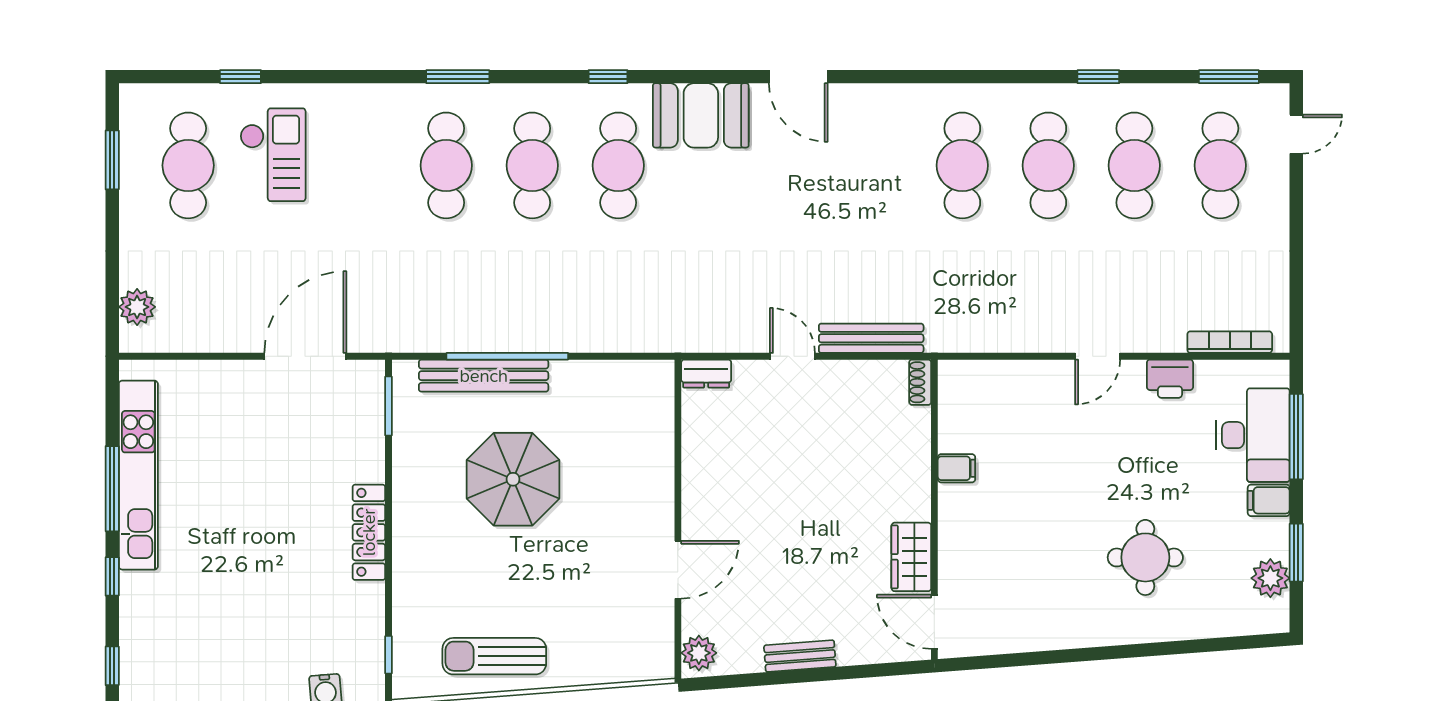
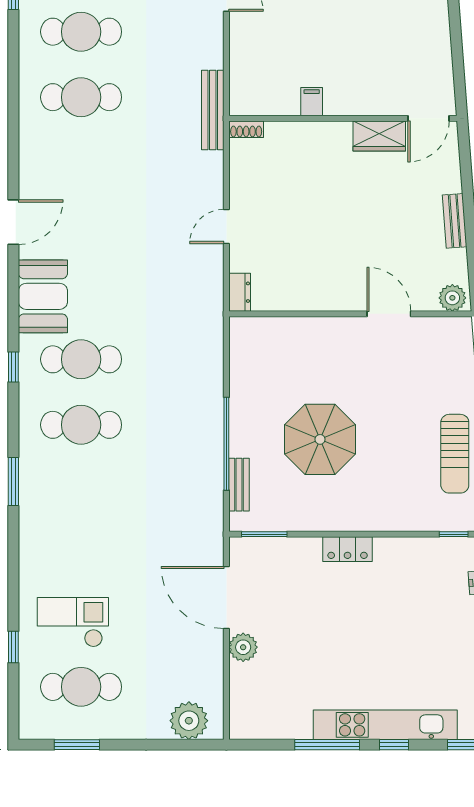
cafe table: (446, 165) -> (81, 490), removed
plant: (137, 307) -> (189, 721), width x1.36, depth x1.36
bench: (871, 338) -> (213, 110), moved
bench: (484, 376) -> (239, 485), width x0.54, depth x0.82
plant: (240, 378) -> (243, 647), added
kitchen unit: (138, 475) -> (385, 725), moved
locker: (369, 532) -> (348, 549), width x0.66

